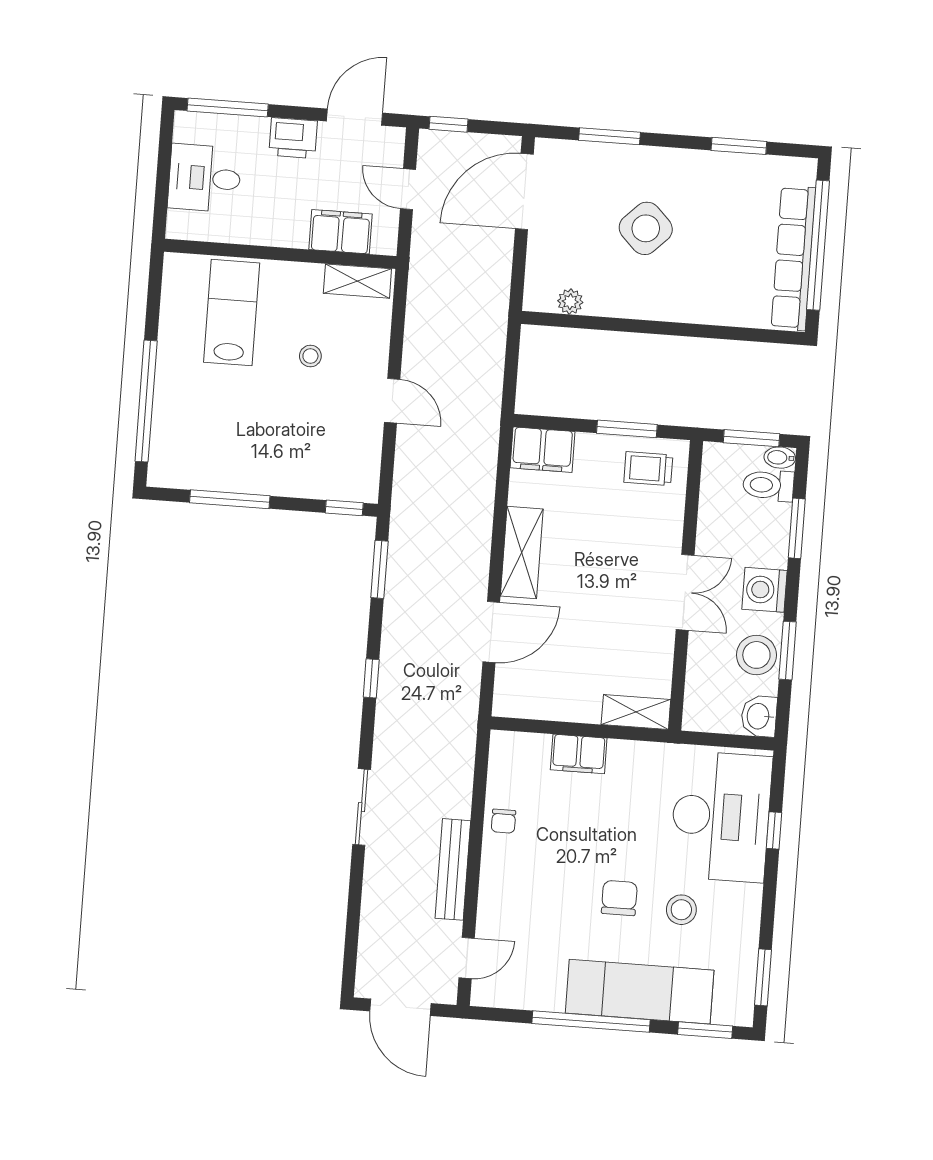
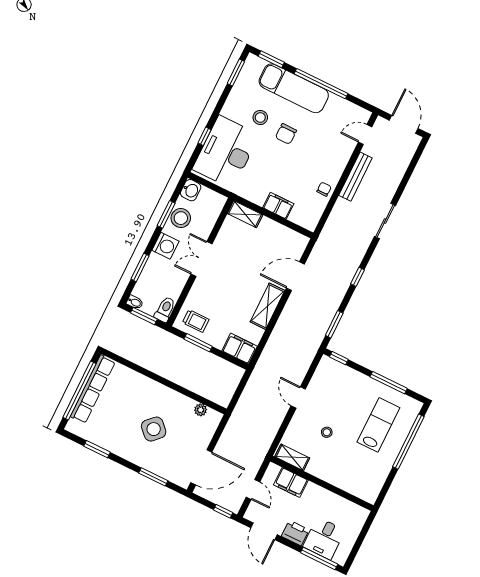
door: (355, 117) -> (264, 531), hinge flipped
desk: (205, 178) -> (324, 538), moved, turned 90
lab bench: (232, 313) -> (378, 425), moved, turned 180
toilet: (768, 485) -> (165, 309), moved, turned -90

